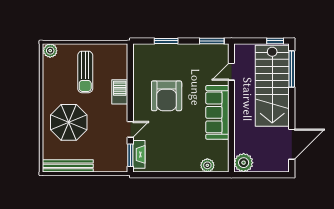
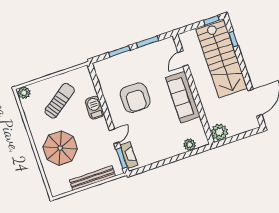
window: (212, 41) -> (147, 42), moved
window: (292, 69) -> (233, 39), width x0.46
sun lounger: (85, 72) -> (60, 101), turned -126
bench: (68, 166) -> (92, 178), moved

